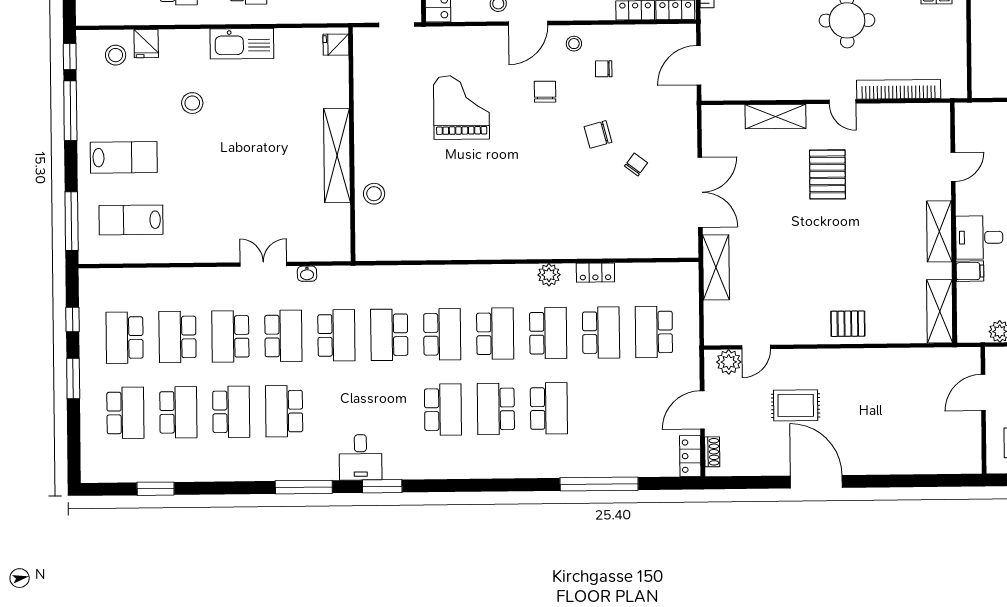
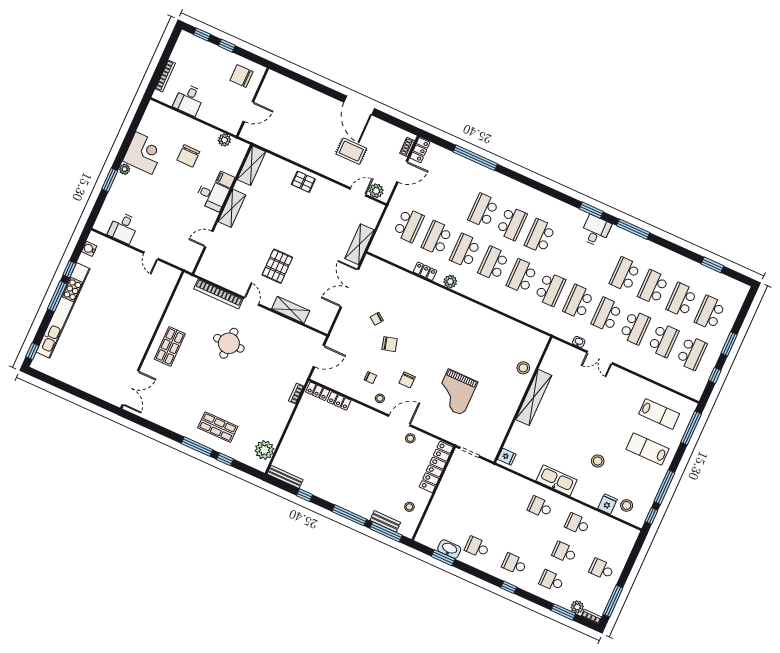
school desk: (284, 411) -> (625, 274), turned 180

